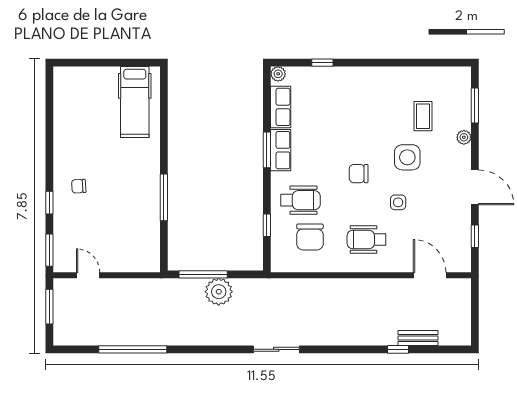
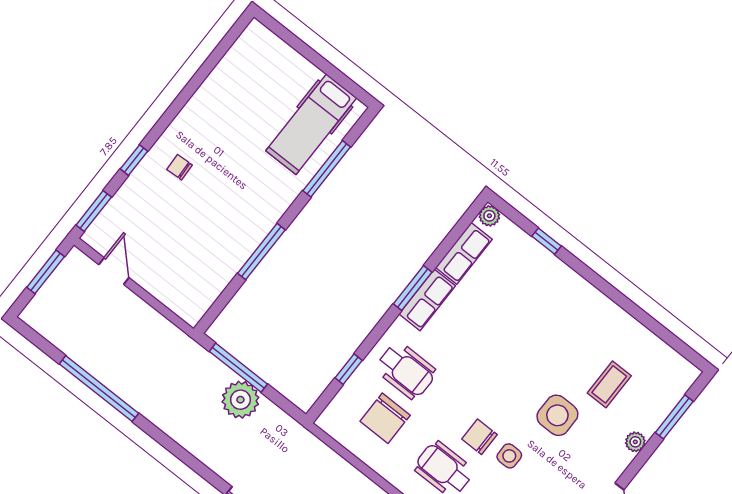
window: (164, 121) -> (327, 169), added
chair: (359, 174) -> (479, 437), moved

